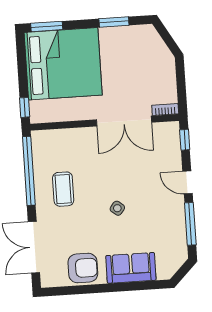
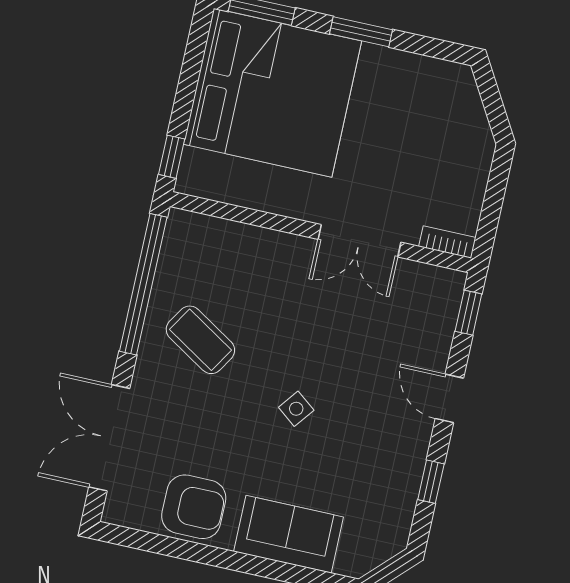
window: (114, 22) -> (361, 32), moved
double door: (124, 121) -> (359, 241), width x0.73
coffee table: (63, 189) -> (200, 340), turned -58
window: (190, 224) -> (431, 482), width x0.46

